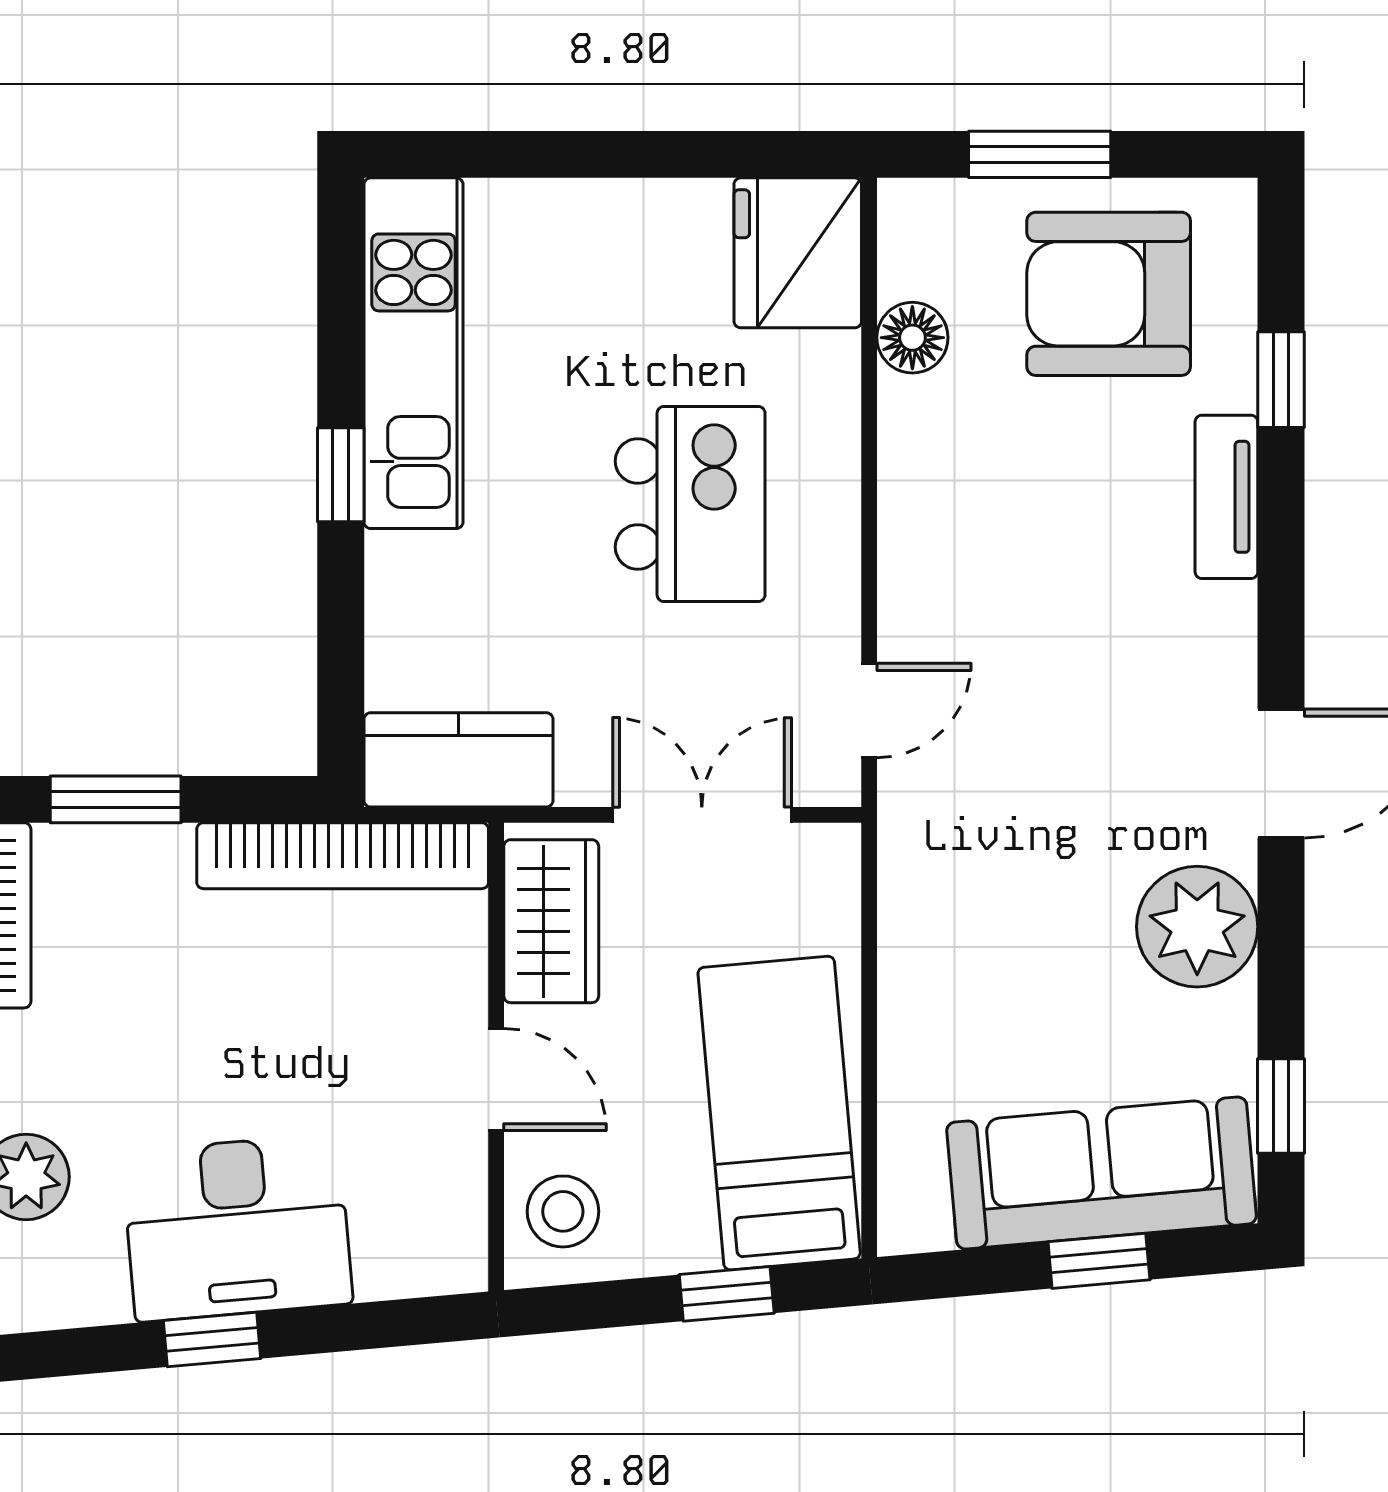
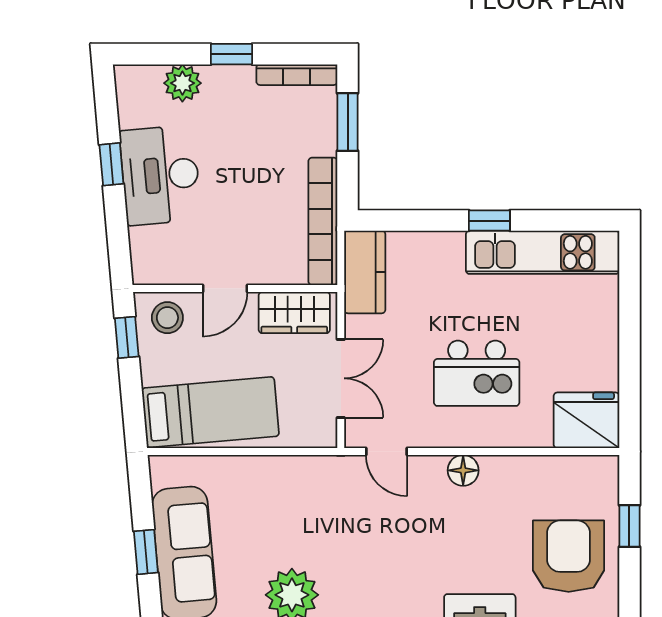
window: (1040, 154) -> (629, 526), width x0.67
floor lamp: (912, 338) -> (463, 470), moved
window: (727, 1294) -> (127, 337), moved

